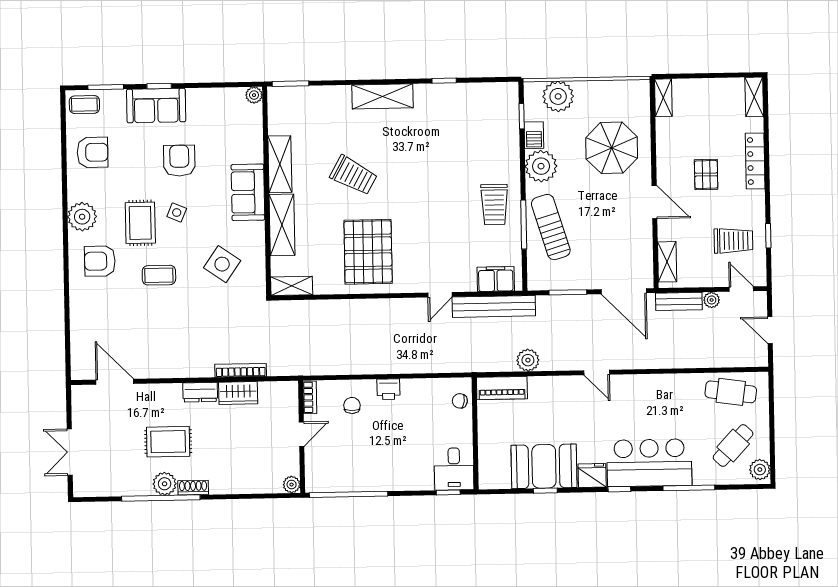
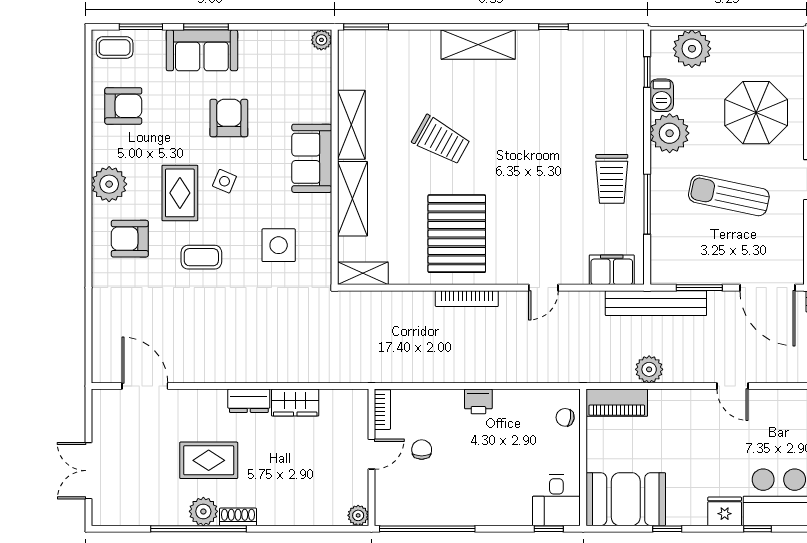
window: (159, 86) -> (206, 27), width x1.50
sun lounger: (551, 227) -> (729, 195), moved, turned -61
side table: (222, 264) -> (279, 245), turned -35
bench: (494, 306) -> (656, 303), moved
bookcase: (241, 370) -> (467, 299), moved, turned 180
chair: (352, 405) -> (422, 450), moved
booth: (544, 466) -> (626, 499), moved

